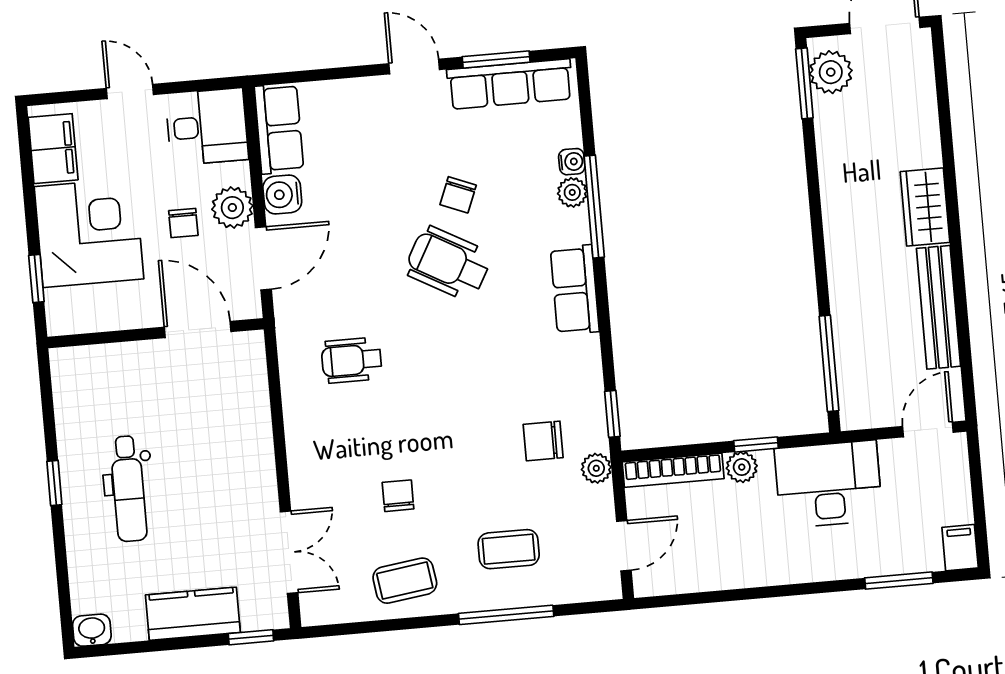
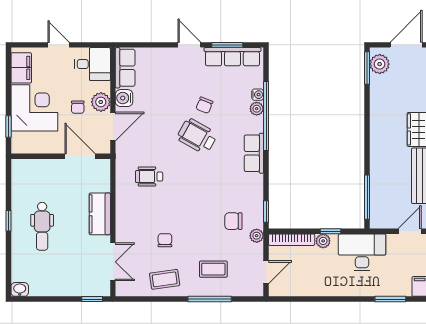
window: (594, 207) -> (266, 116), width x1.46
kitchen counter: (193, 614) -> (100, 214), moved, turned -90

